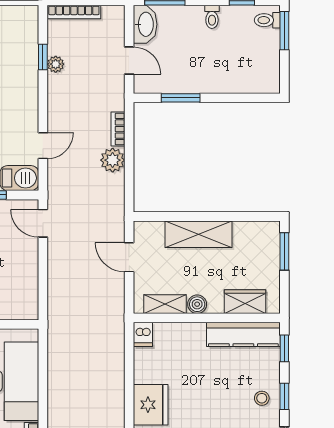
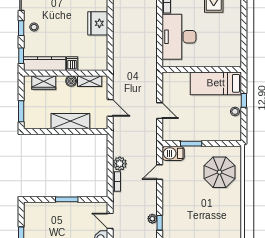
window: (181, 98) -> (67, 199), moved
door: (43, 223) -> (160, 111), moved
dishwasher: (143, 334) -> (72, 64), moved

